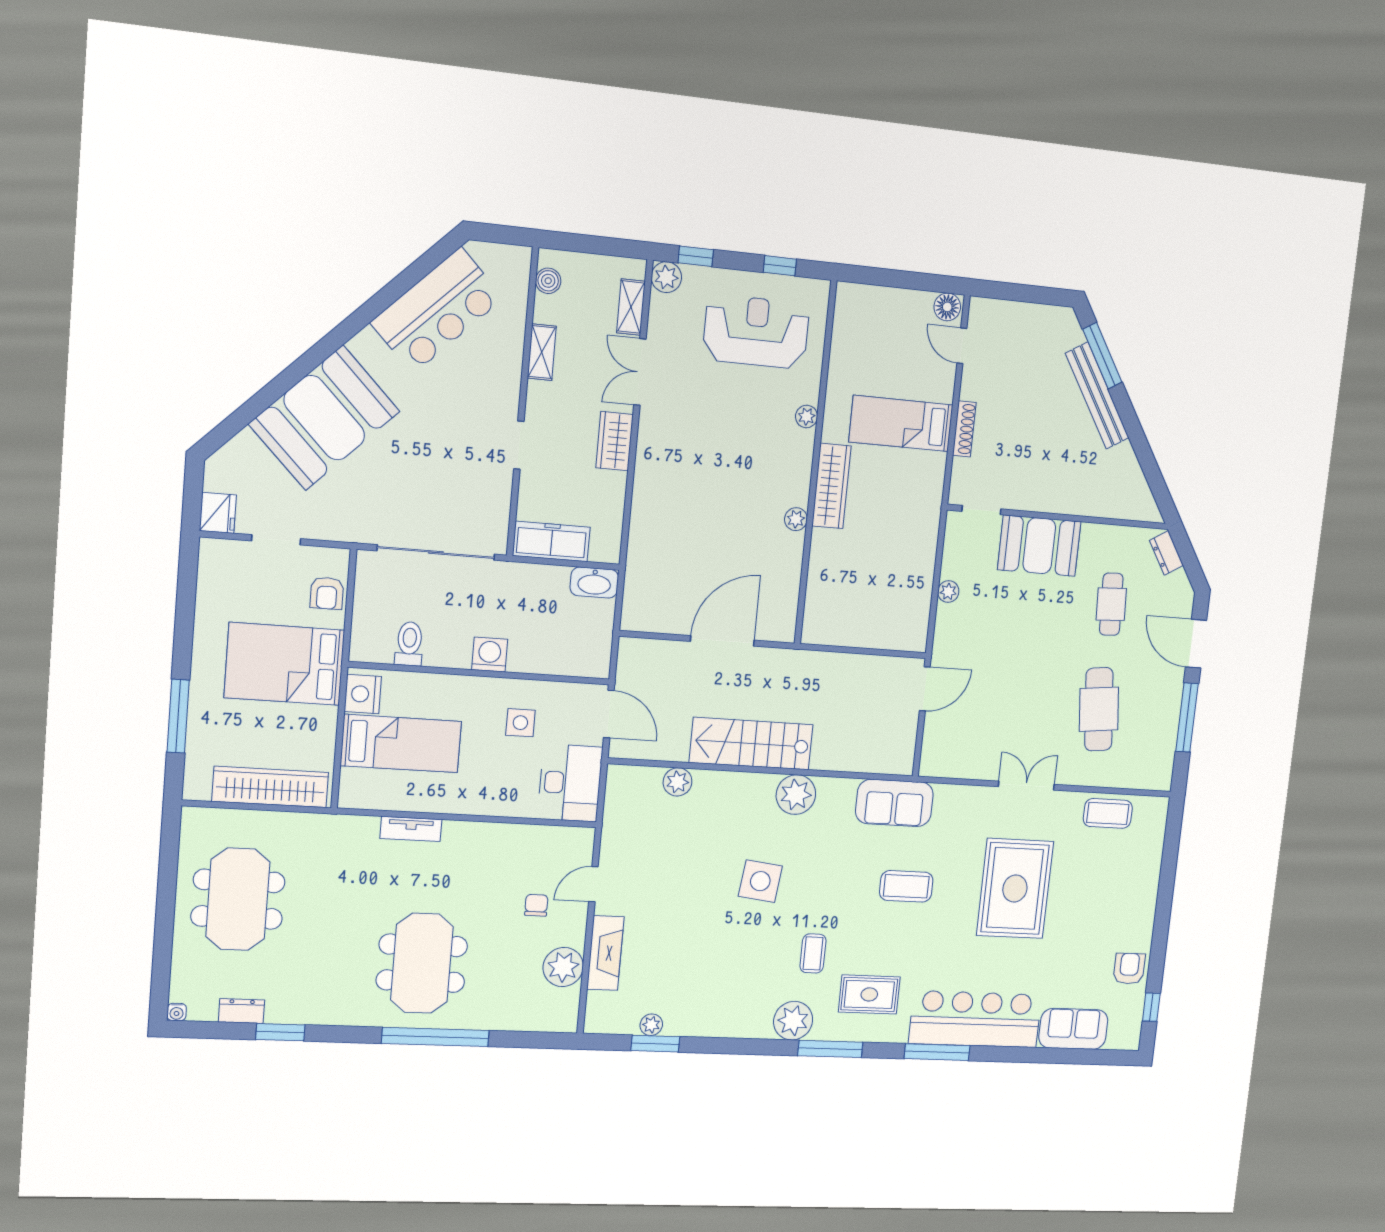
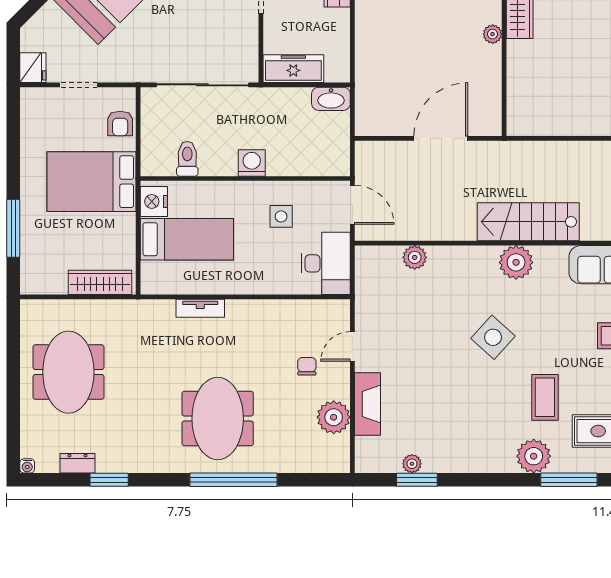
stairs: (751, 744) -> (528, 222), moved
wardrobe: (270, 787) -> (100, 282), width x0.71, depth x0.85
side table: (760, 881) -> (493, 337), turned 35
coffee table: (813, 953) -> (545, 397), width x1.36, depth x1.30

